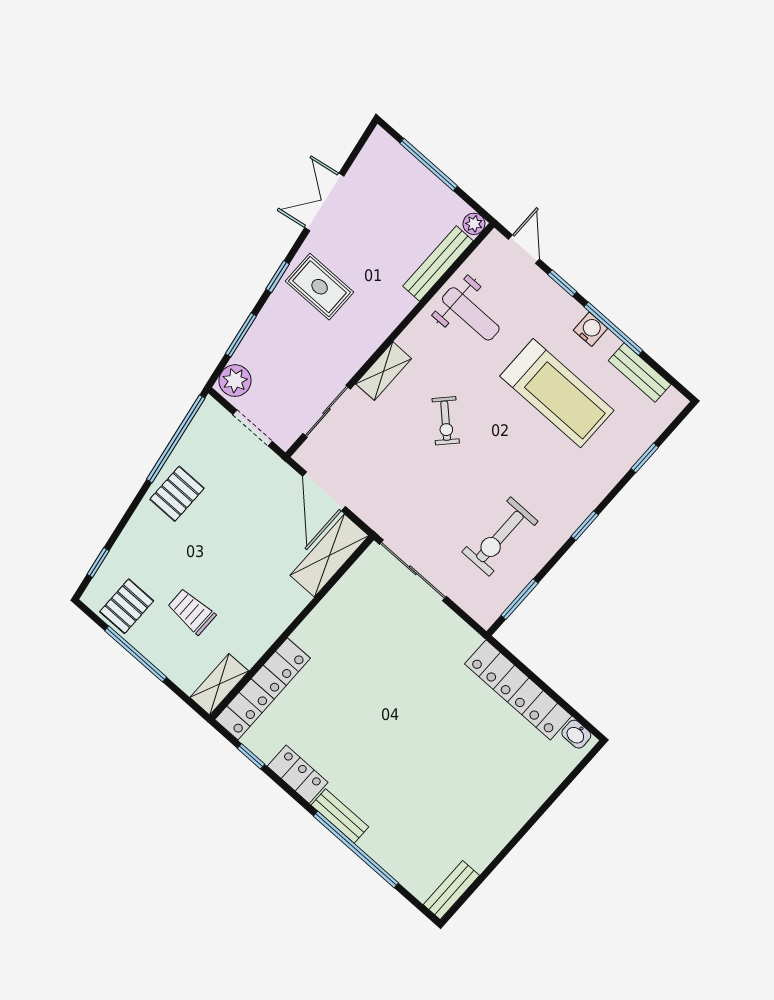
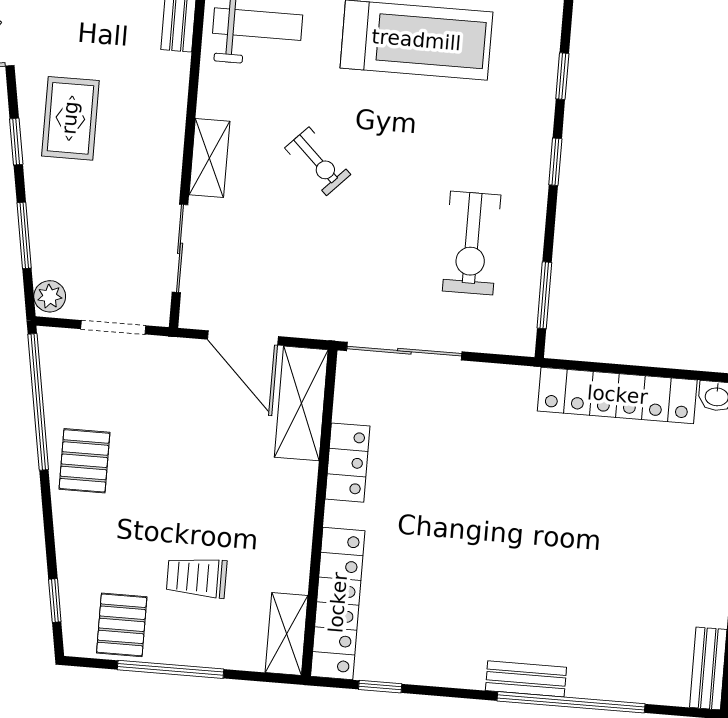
rug: (320, 287) -> (70, 118), turned 90
plant: (235, 381) -> (50, 296), width x0.73, depth x0.73
window: (645, 458) -> (562, 76), moved
locker: (298, 774) -> (348, 463), moved, turned 90

